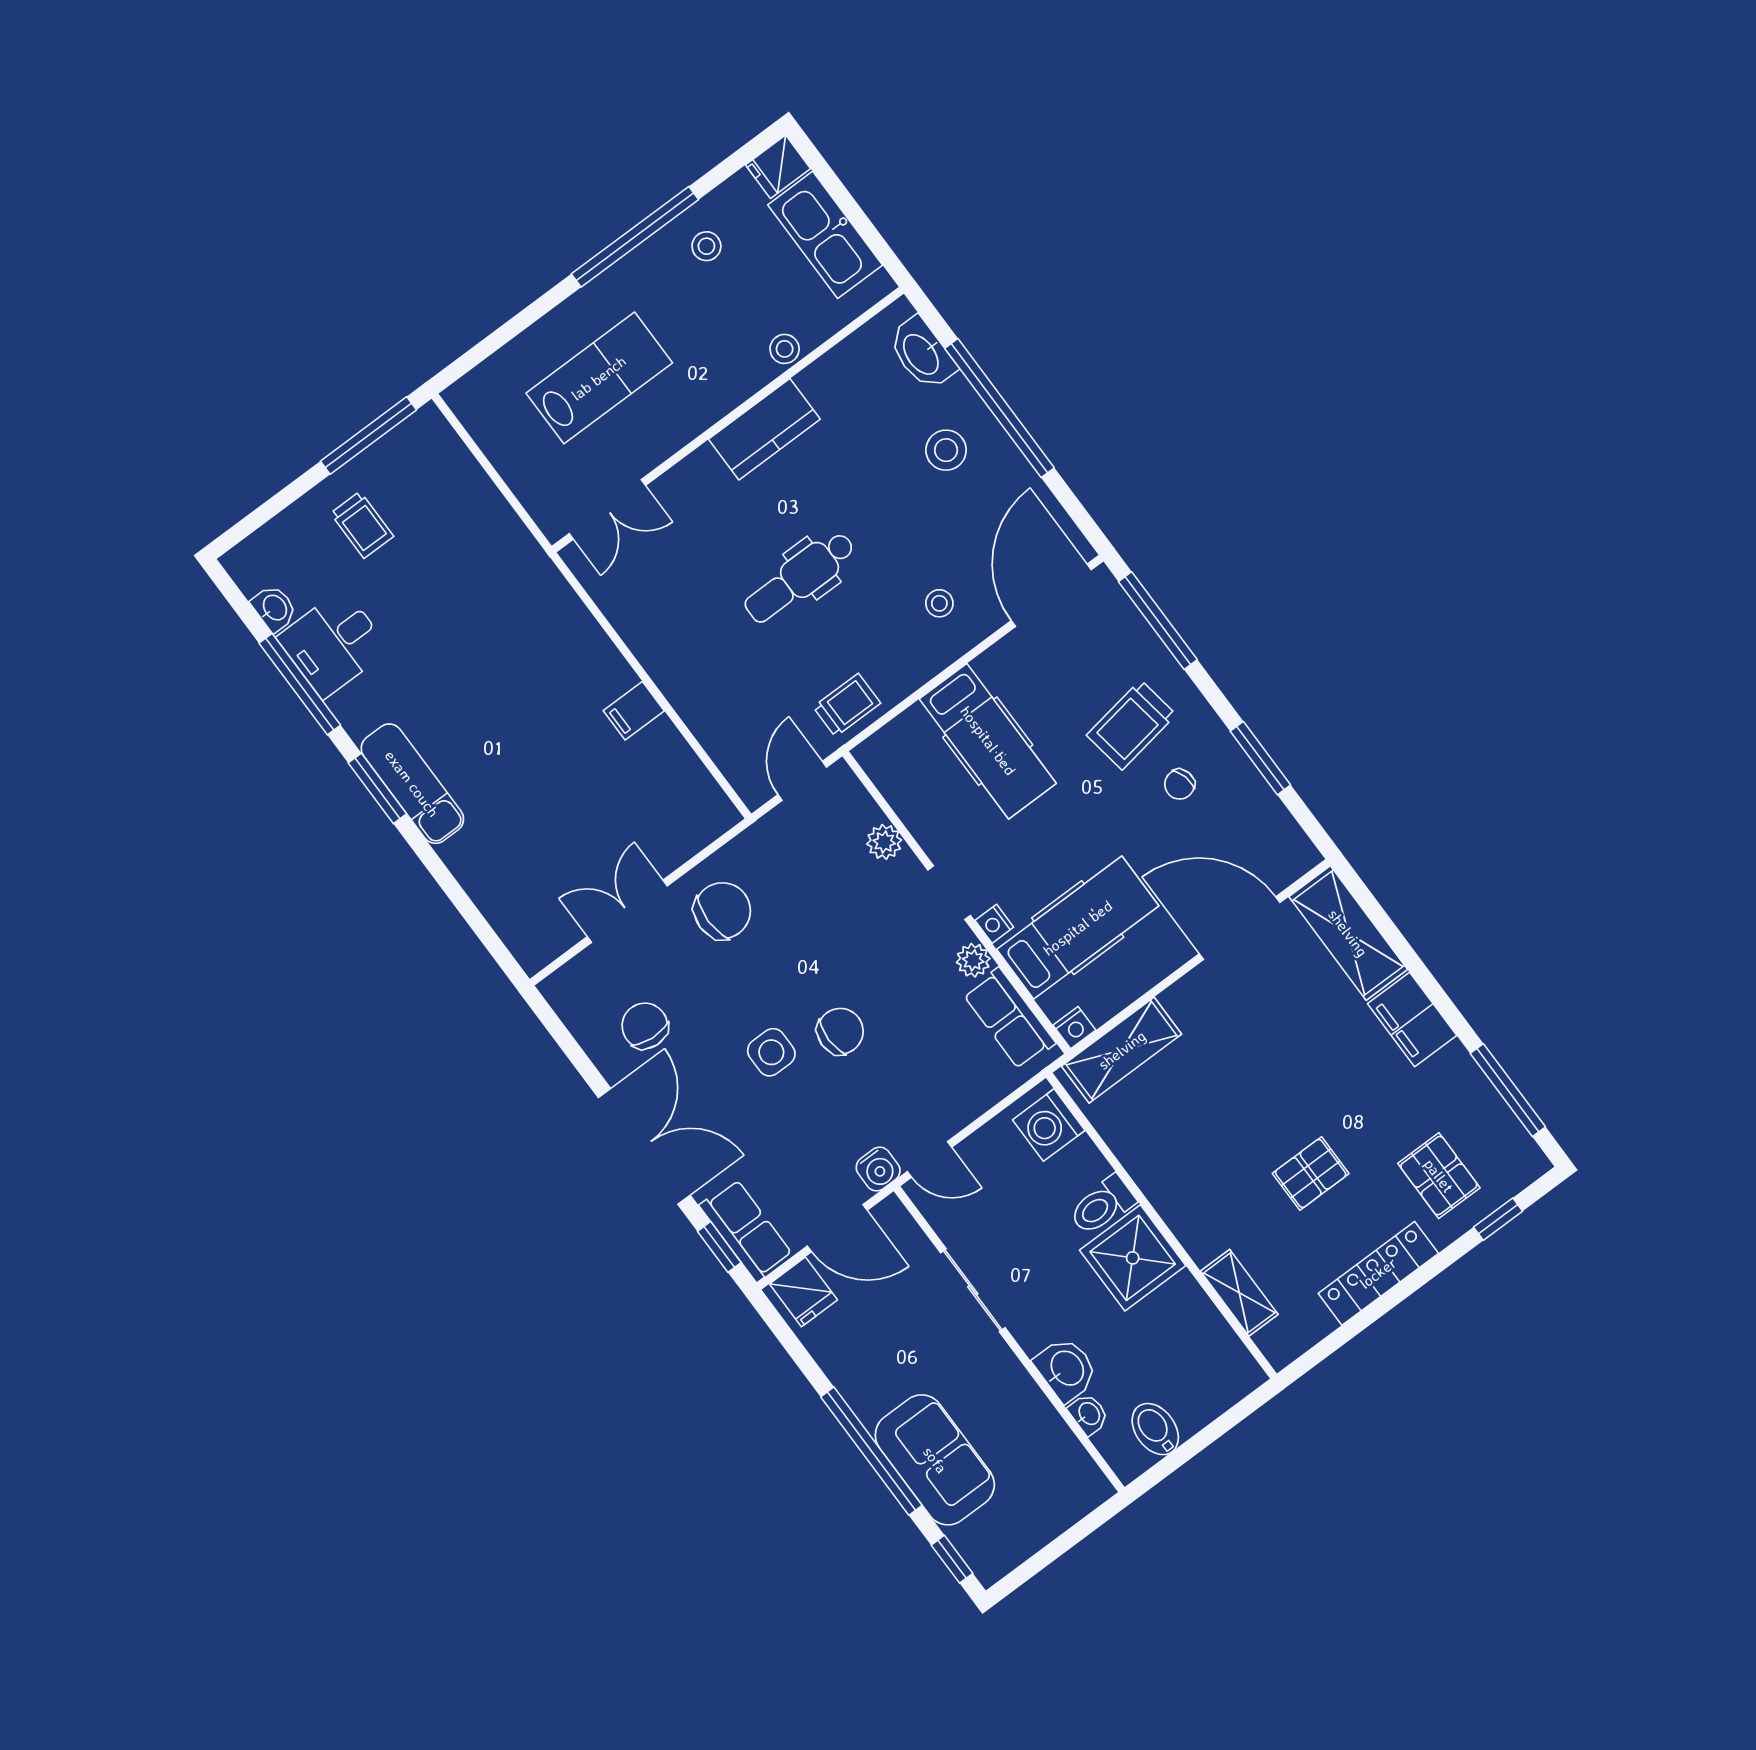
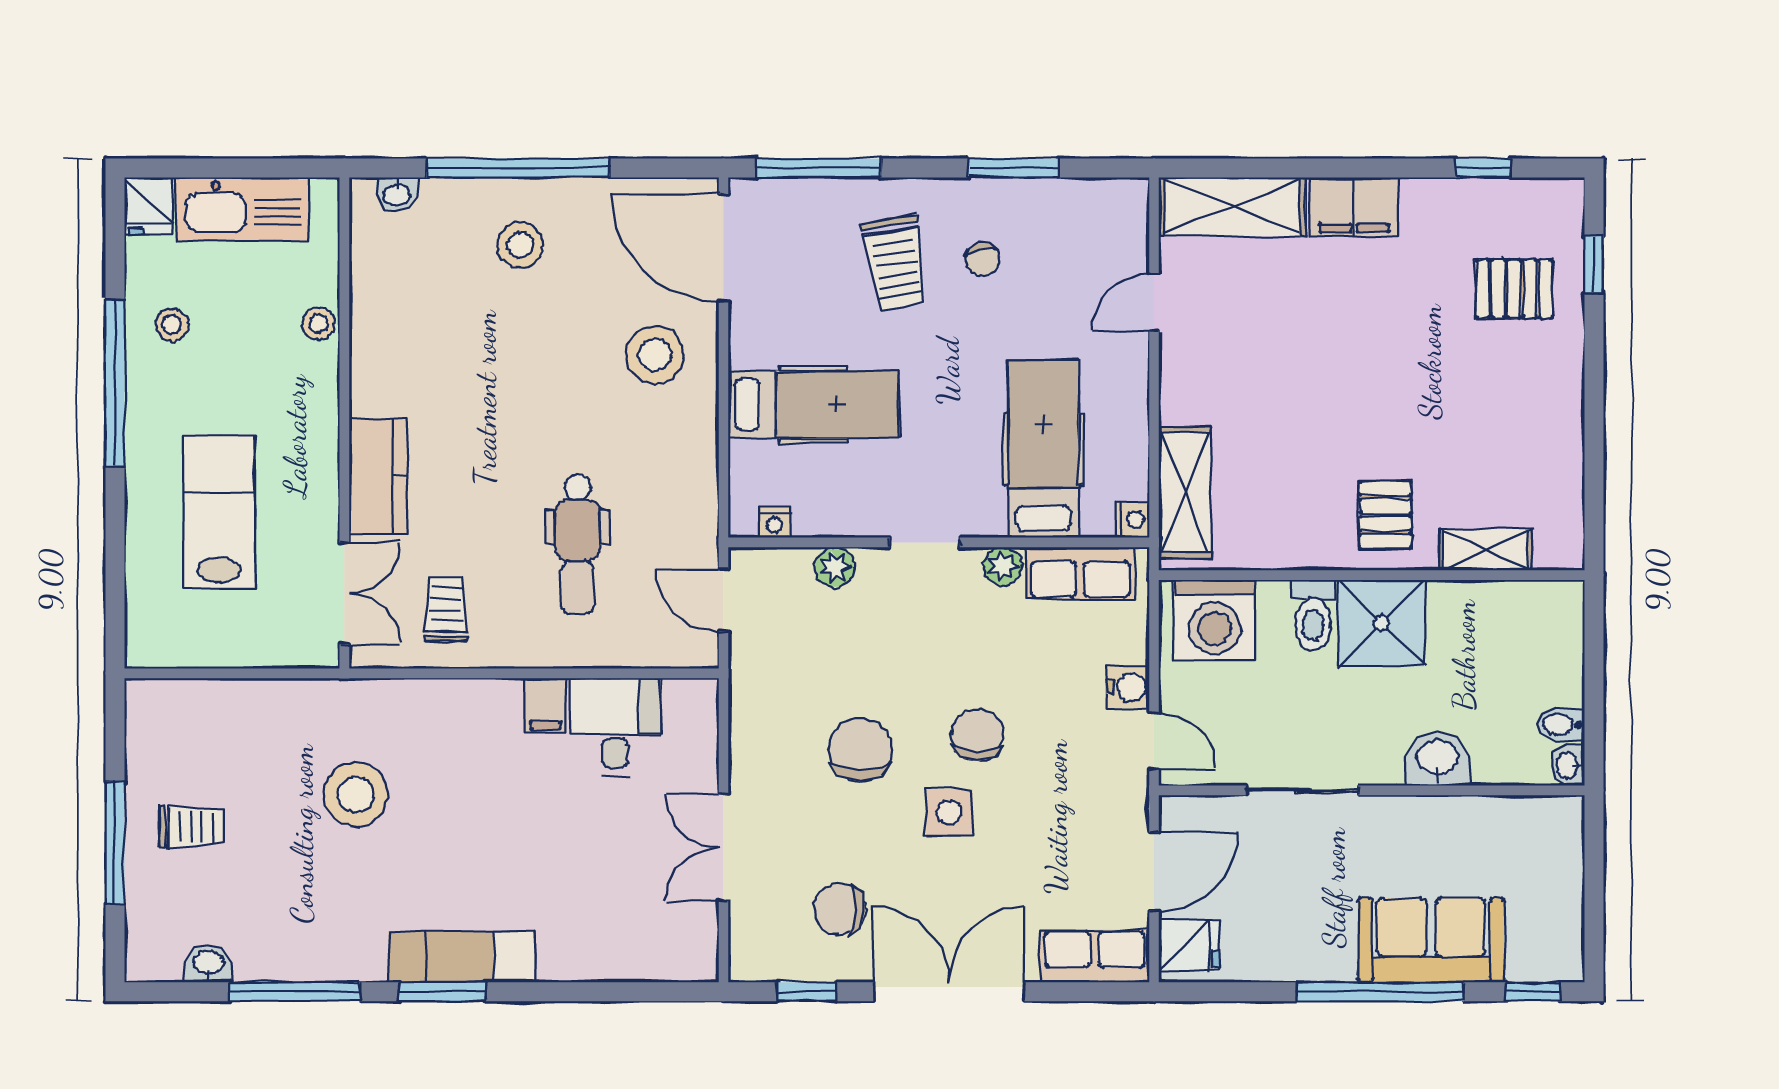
washbasin: (922, 354) -> (397, 194), width x0.52, depth x0.69
kitchen counter: (764, 429) -> (378, 476), moved
window: (368, 435) -> (115, 843), moved
dental chair: (800, 577) -> (577, 544), moved
stool: (939, 603) -> (655, 355), width x1.89, depth x1.89
stool: (471, 623) -> (356, 794), added
desk: (333, 644) -> (615, 727), moved, turned 180
trolley: (847, 705) -> (446, 609), moved
chair: (722, 911) -> (860, 750), moved
nightstand: (994, 924) -> (774, 522), moved
door: (1240, 928) -> (1154, 302), width x0.53
window: (1508, 1090) -> (1483, 168), width x0.46
washing machine: (1049, 1125) -> (1215, 620), width x1.37, depth x1.37
door: (930, 1159) -> (1154, 741), hinge flipped
water cooler: (878, 1169) -> (1128, 687), moved
pallet: (1311, 1173) -> (1385, 515), moved
window: (719, 1247) -> (806, 992), moved
locker: (1378, 1273) -> (1562, 410), removed
washbasin: (1089, 1414) -> (1568, 765), moved, turned -90
bidet: (1155, 1429) -> (1561, 725), width x0.72, depth x0.74

